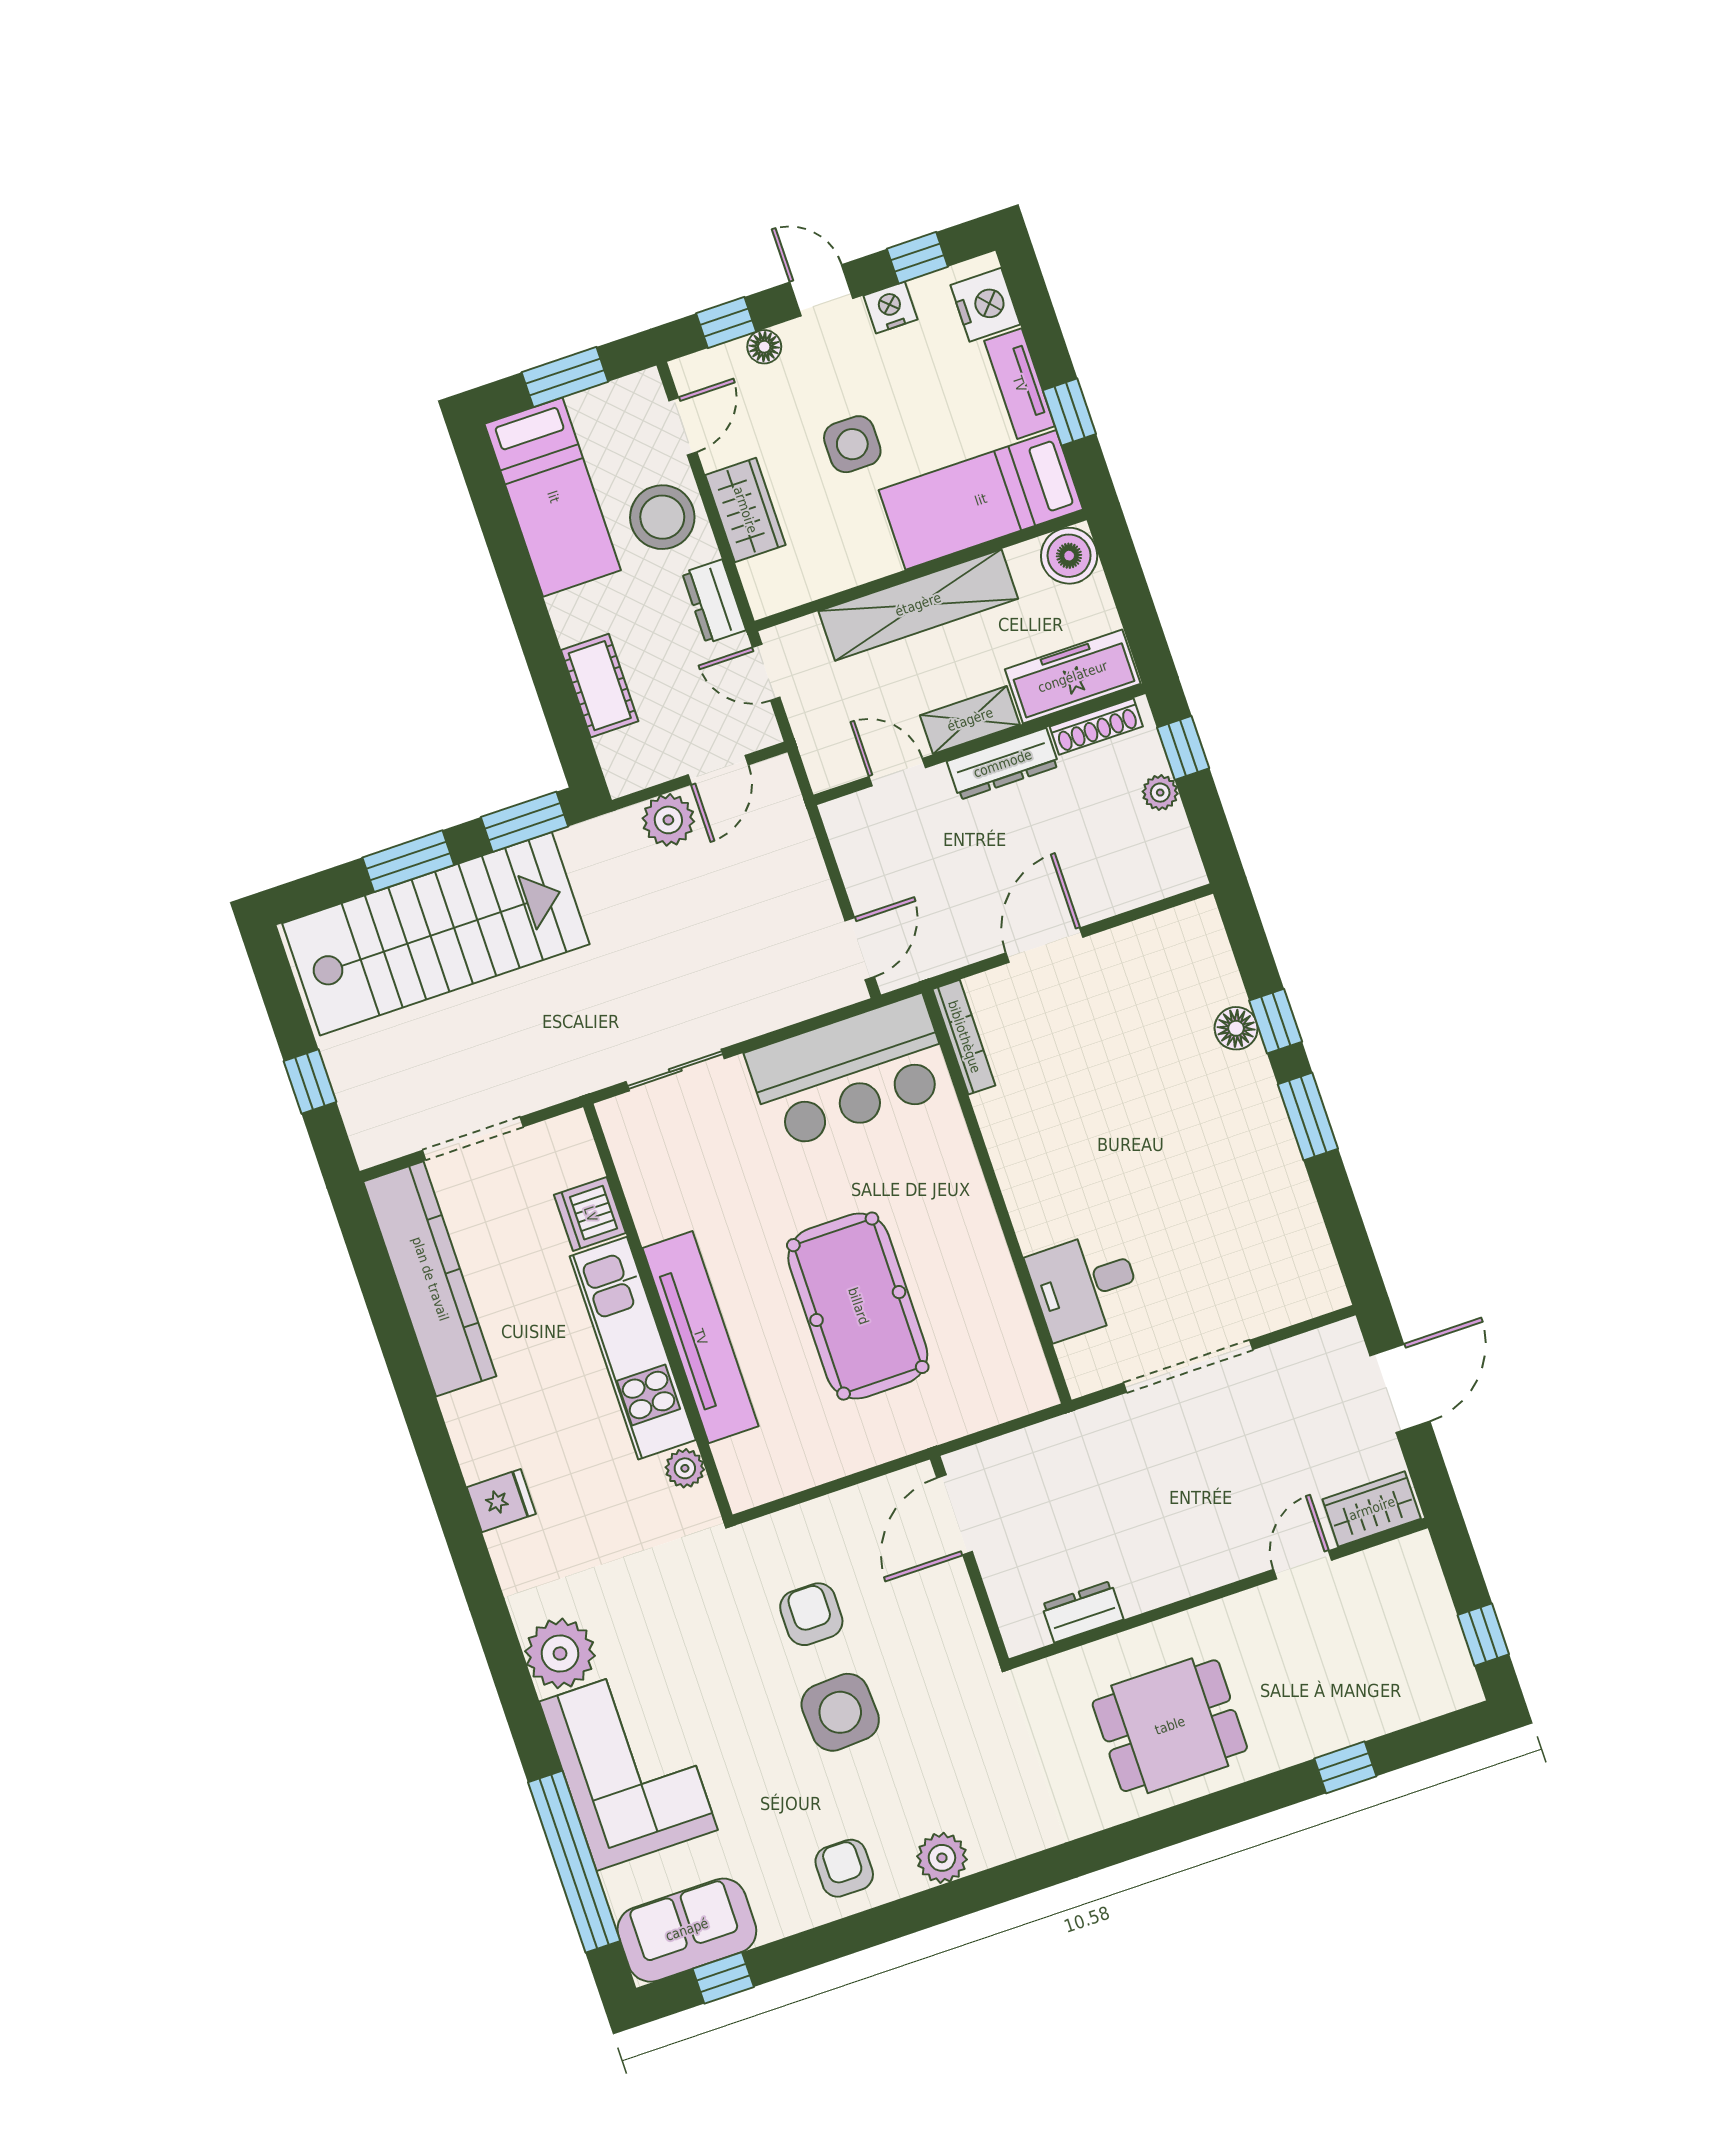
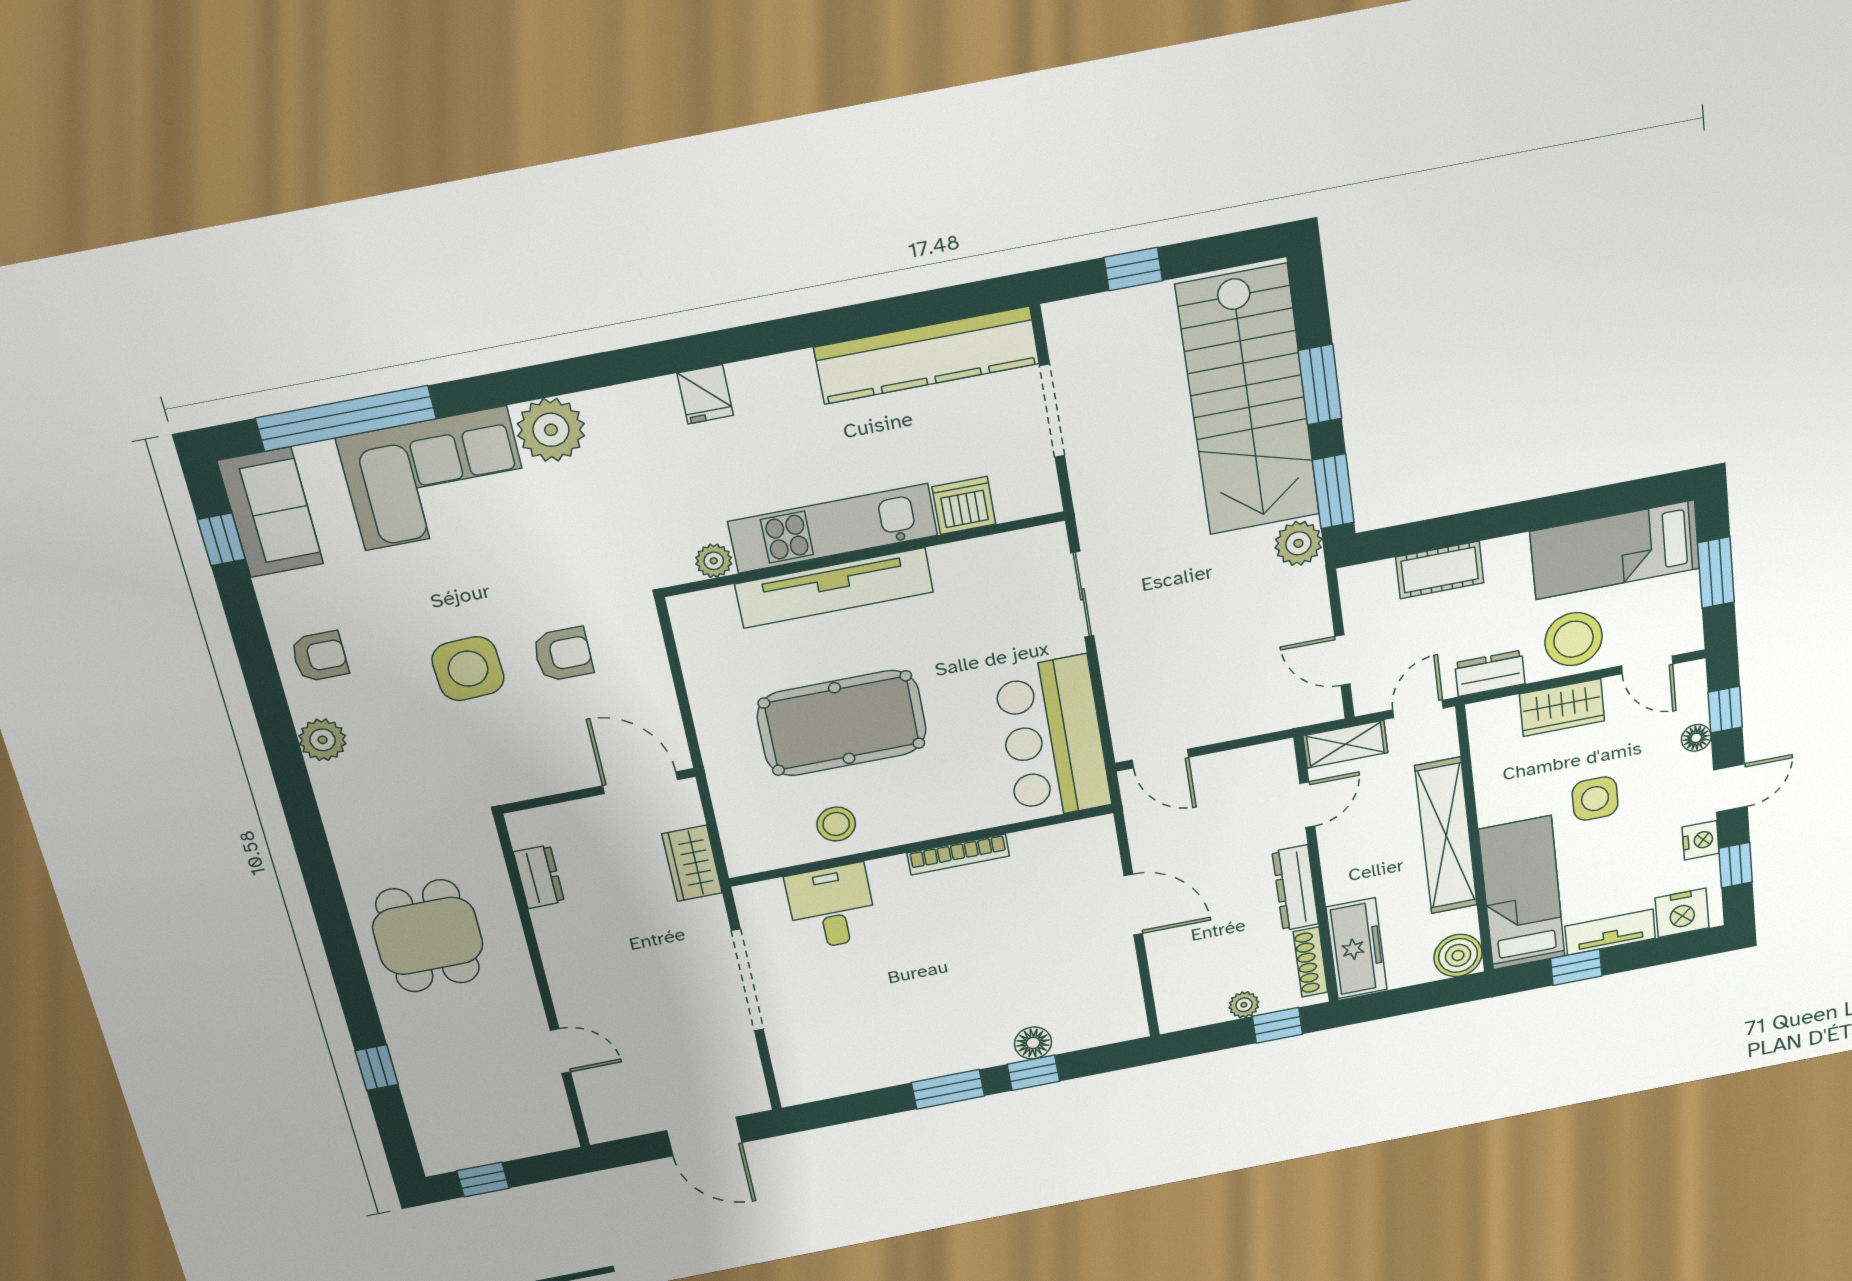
shelving: (970, 720) -> (1345, 744), moved, turned 90
plant: (668, 820) -> (1298, 543), moved
bookcase: (964, 1037) -> (958, 854), moved
stool: (981, 1295) -> (836, 824), added
wardrobe: (1372, 1509) -> (692, 863), moved, turned 180

